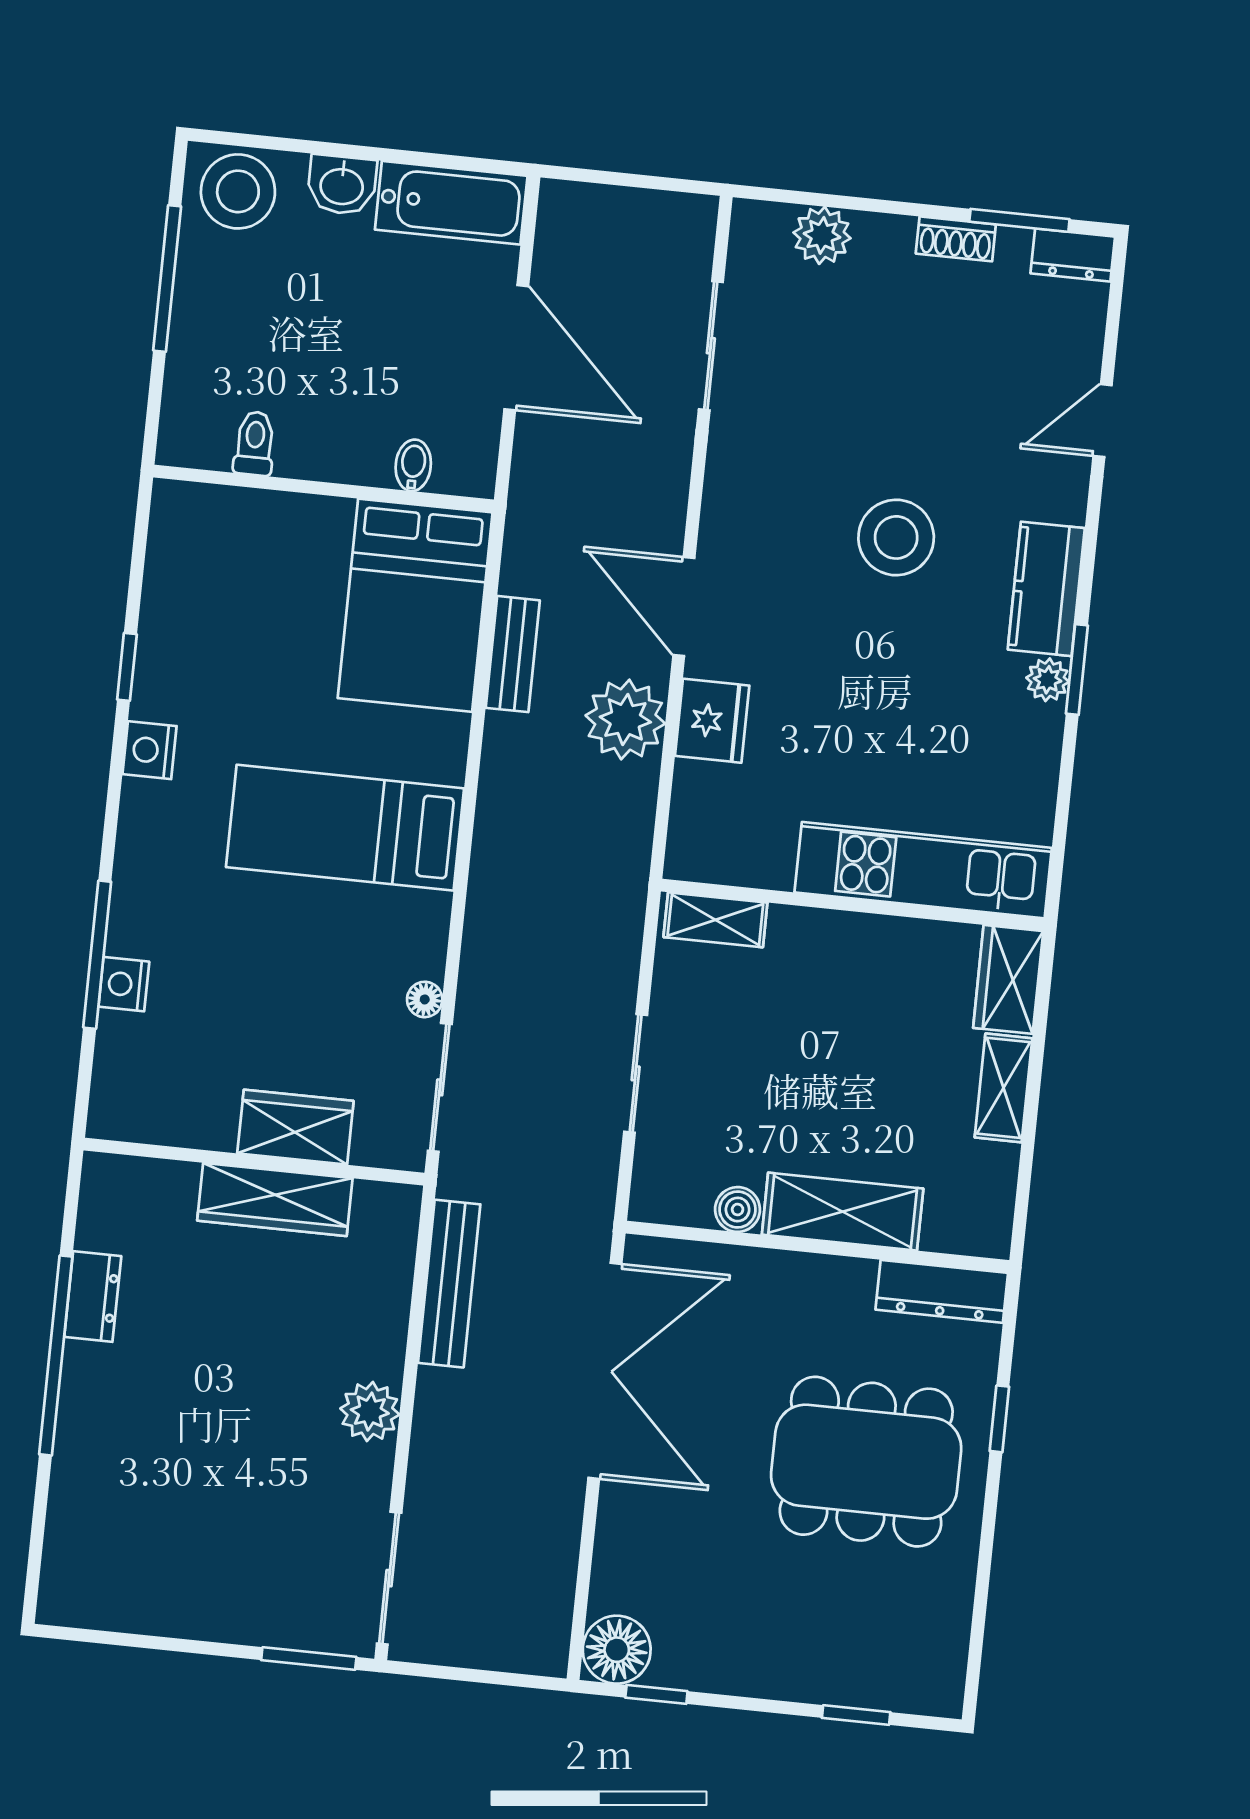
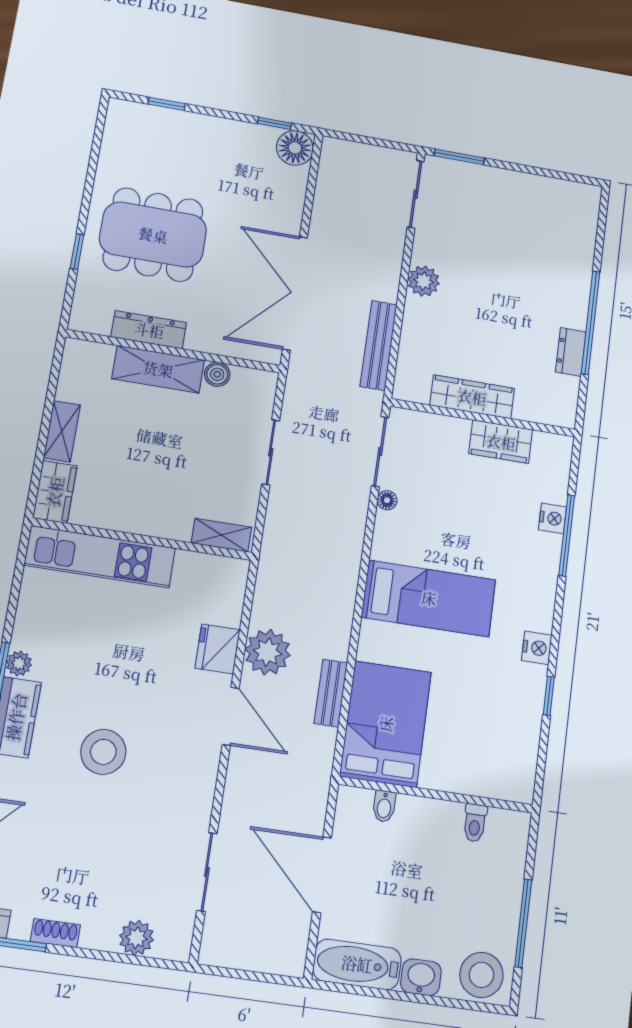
wardrobe: (295, 1127) -> (501, 442), moved
dresser: (942, 1291) -> (149, 330), moved

